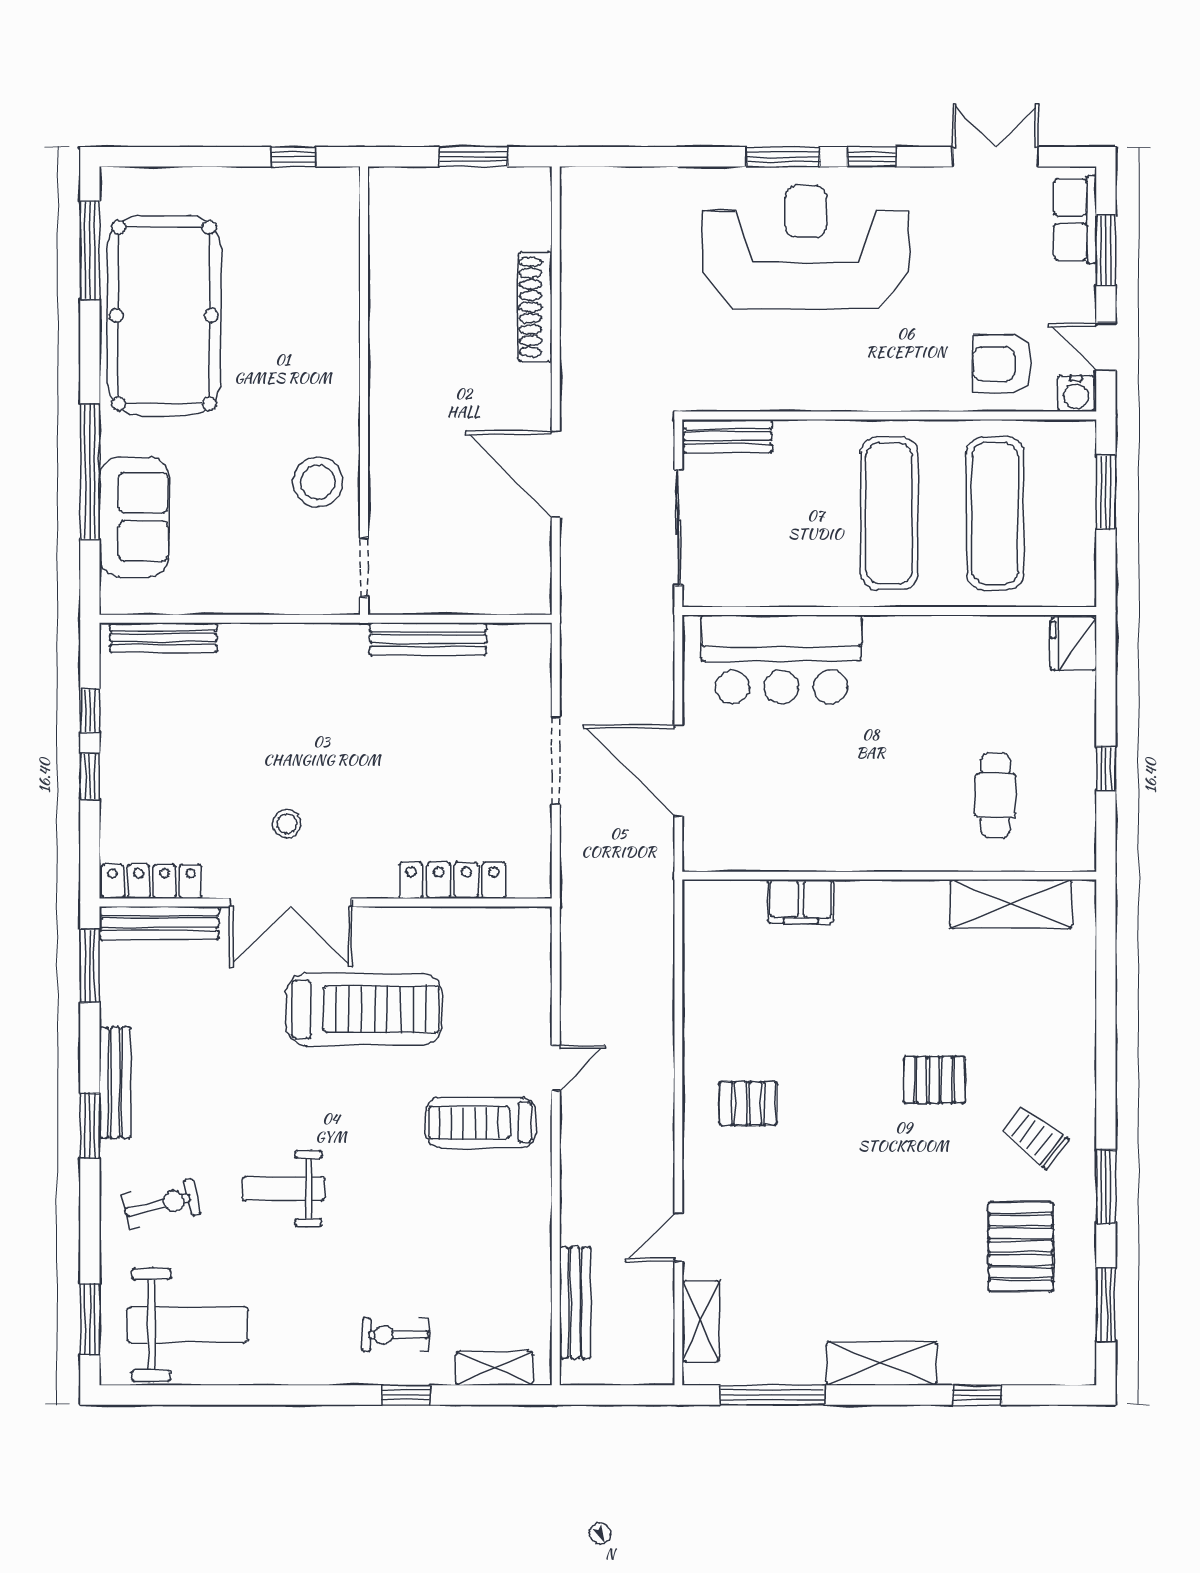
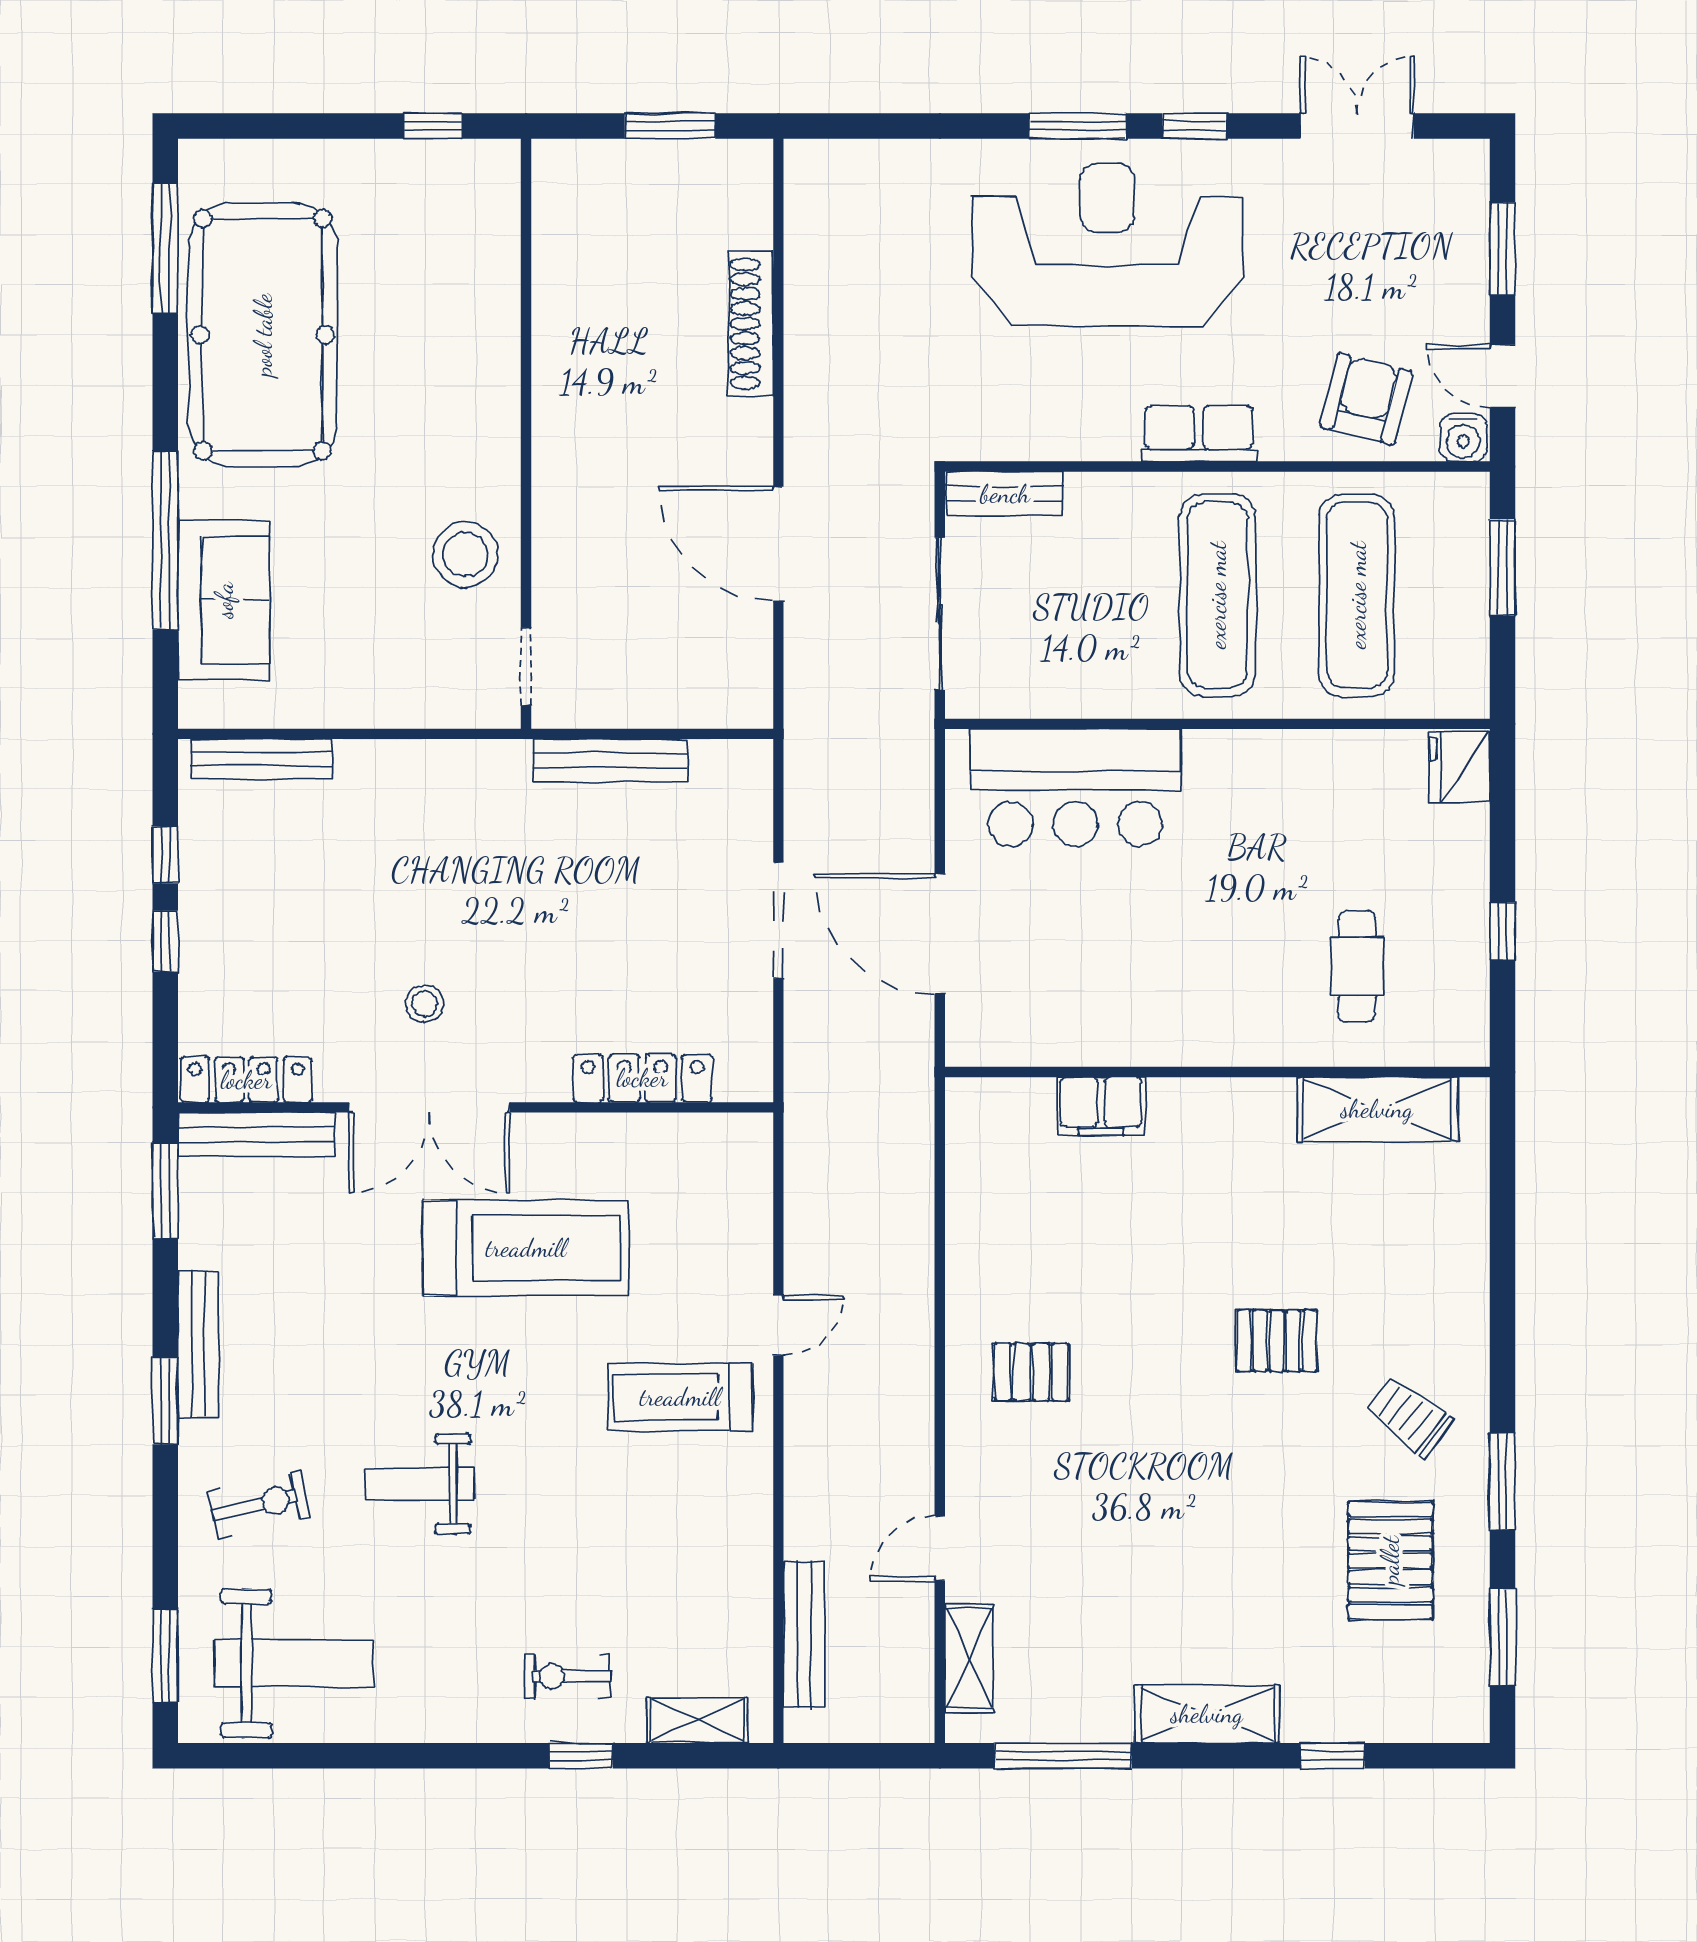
row of seats: (1075, 220) -> (1199, 434), moved, turned 90
armchair: (1002, 364) -> (1366, 399), turned 104

